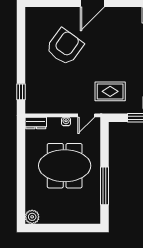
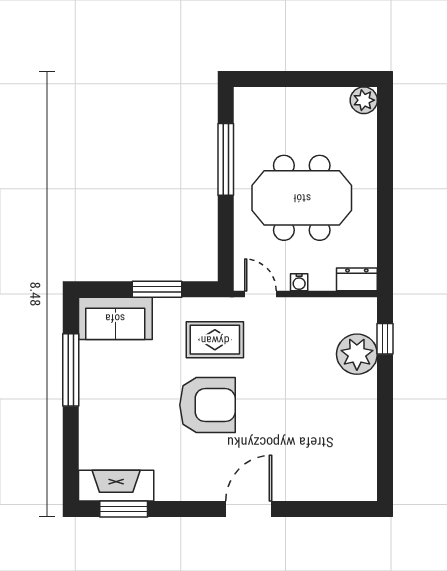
armchair: (65, 47) -> (207, 405), moved, turned -126
plant: (36, 84) -> (357, 354), added
door: (86, 115) -> (260, 294), hinge flipped

